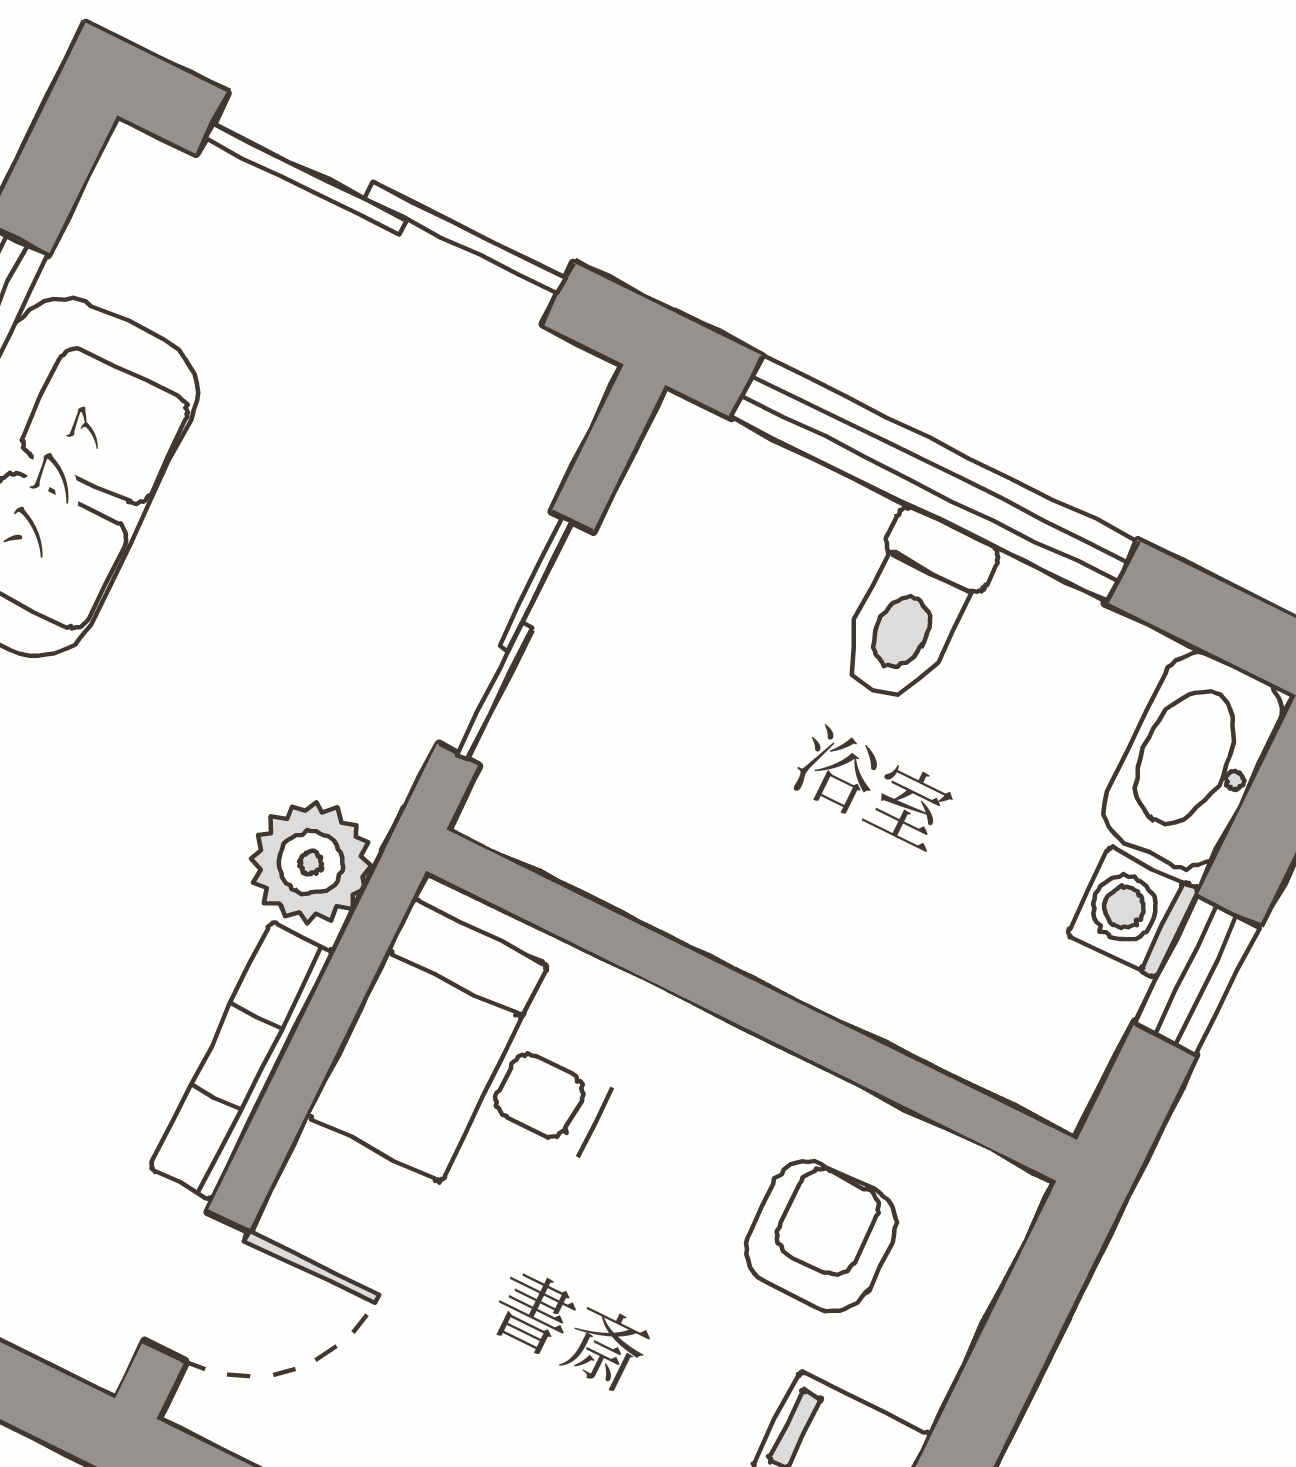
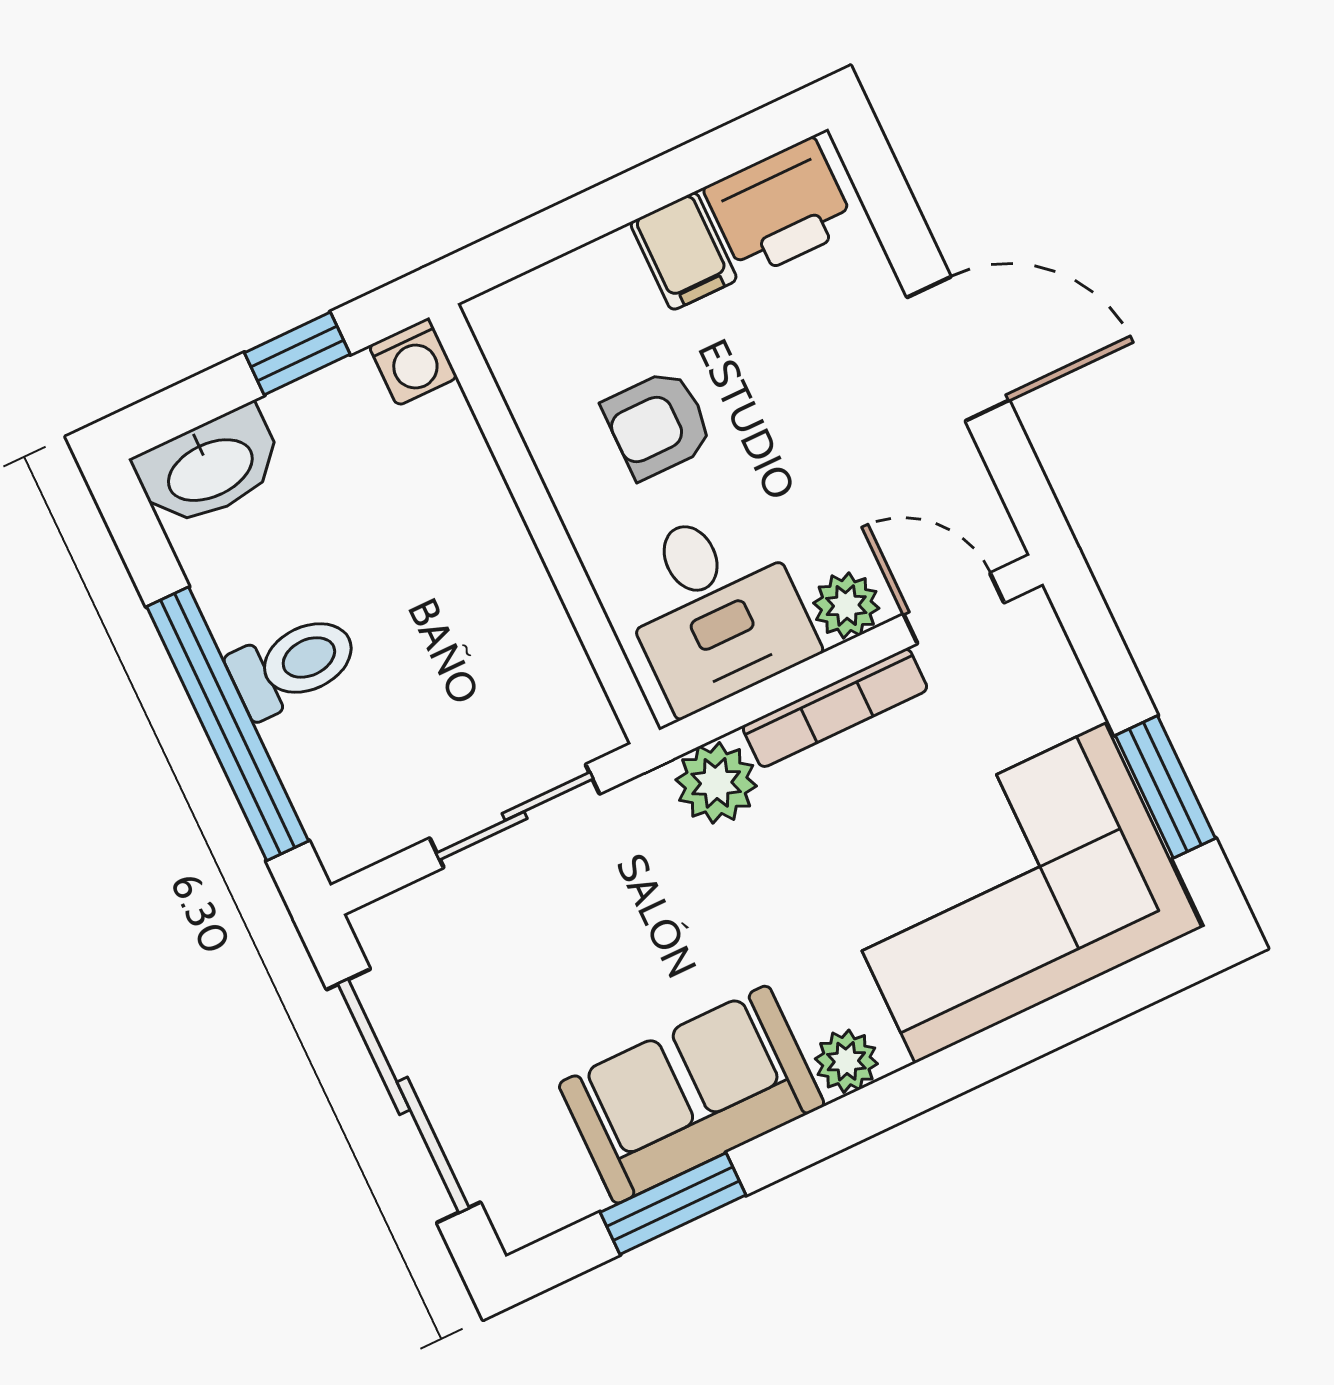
washing machine: (1133, 912) -> (413, 362), moved
plant: (324, 1190) -> (846, 606), added
armchair: (821, 1236) -> (658, 424), moved

